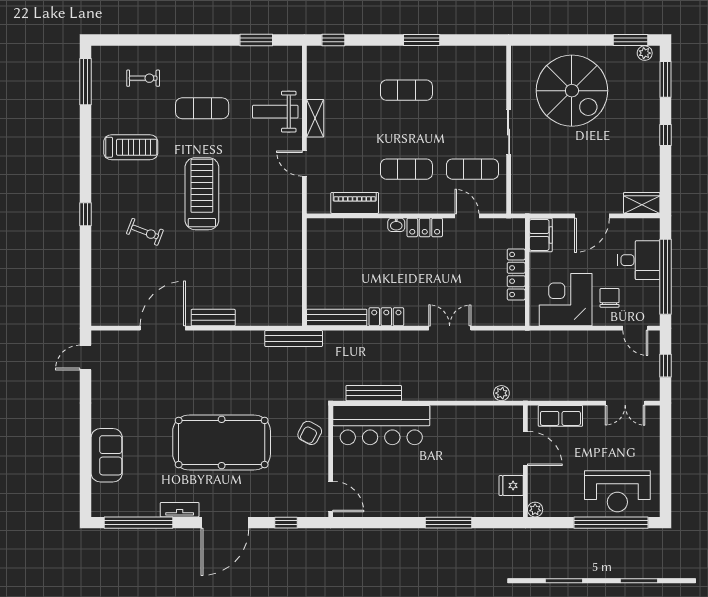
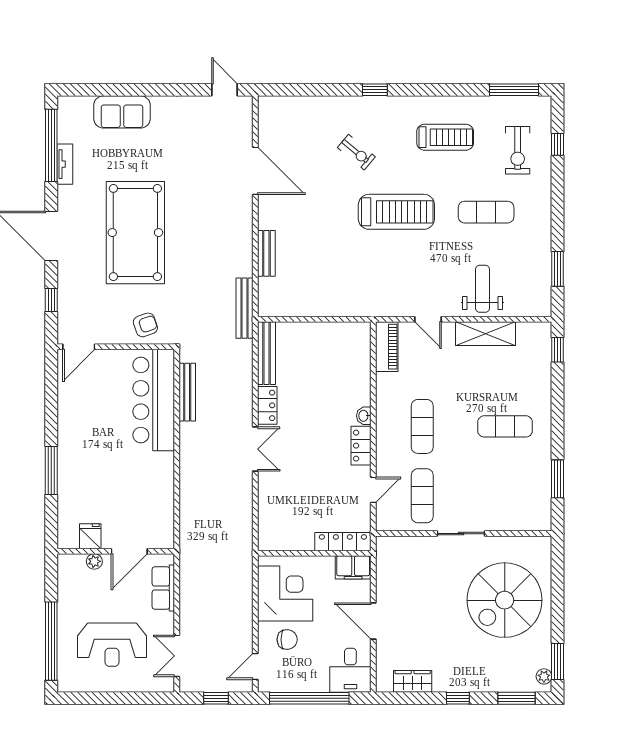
window: (138, 40) -> (558, 144), added
window: (422, 40) -> (558, 479), moved
exercise bike: (143, 78) -> (518, 150), width x1.38, depth x1.39
exercise mat: (406, 90) -> (505, 426), turned 90
exercise mat: (202, 108) -> (486, 212), turned 90
shelving: (315, 118) -> (485, 334), width x1.50, depth x1.33
treadmill: (131, 147) -> (445, 137), turned -90
door: (304, 164) -> (428, 319), swing flipped
piano: (355, 203) -> (387, 347), moved
wardrobe: (642, 203) -> (413, 681), moved, turned -90
exercise bike: (145, 232) -> (356, 152), turned -71
desk: (639, 260) -> (350, 670), moved
locker: (516, 274) -> (343, 542), moved
bench: (213, 318) -> (266, 253), moved
double door: (450, 328) -> (255, 449), moved
plant: (501, 393) -> (187, 526), removed
armchair: (310, 433) -> (145, 325), turned 133
reception desk: (617, 491) -> (112, 645), moved, turned -90
tv unit: (180, 510) -> (65, 164), moved
plant: (535, 510) -> (94, 561), moved

